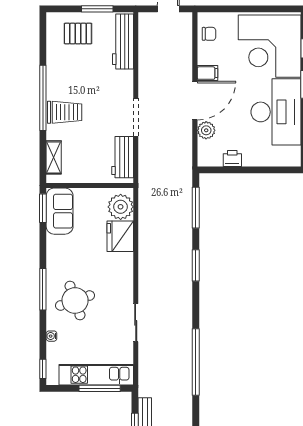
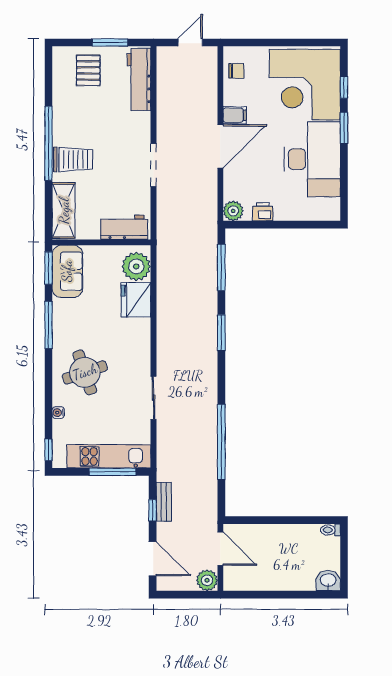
pallet: (78, 34) -> (88, 70), turned 90
plant: (206, 130) -> (233, 211), moved
shelving: (54, 157) -> (64, 211), width x1.50, depth x1.33
workbench: (123, 157) -> (124, 227), moved, turned 90
window: (43, 289) -> (48, 325), moved

